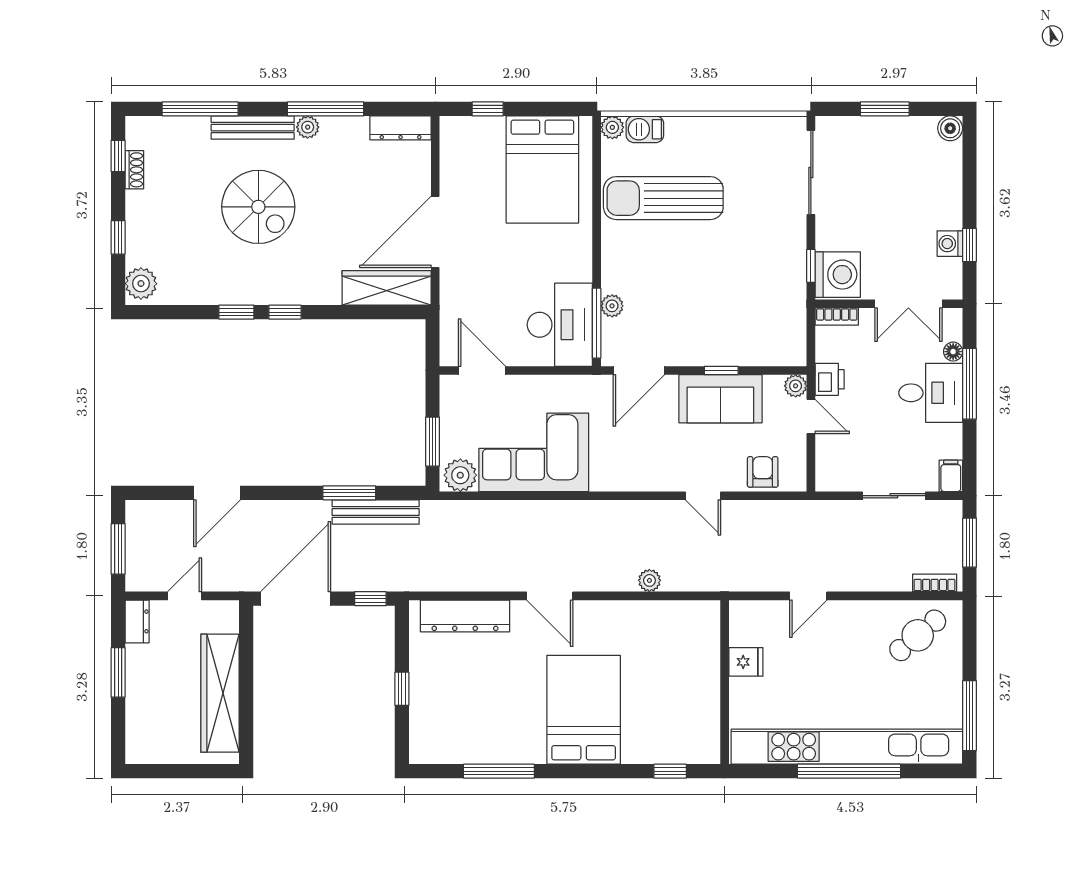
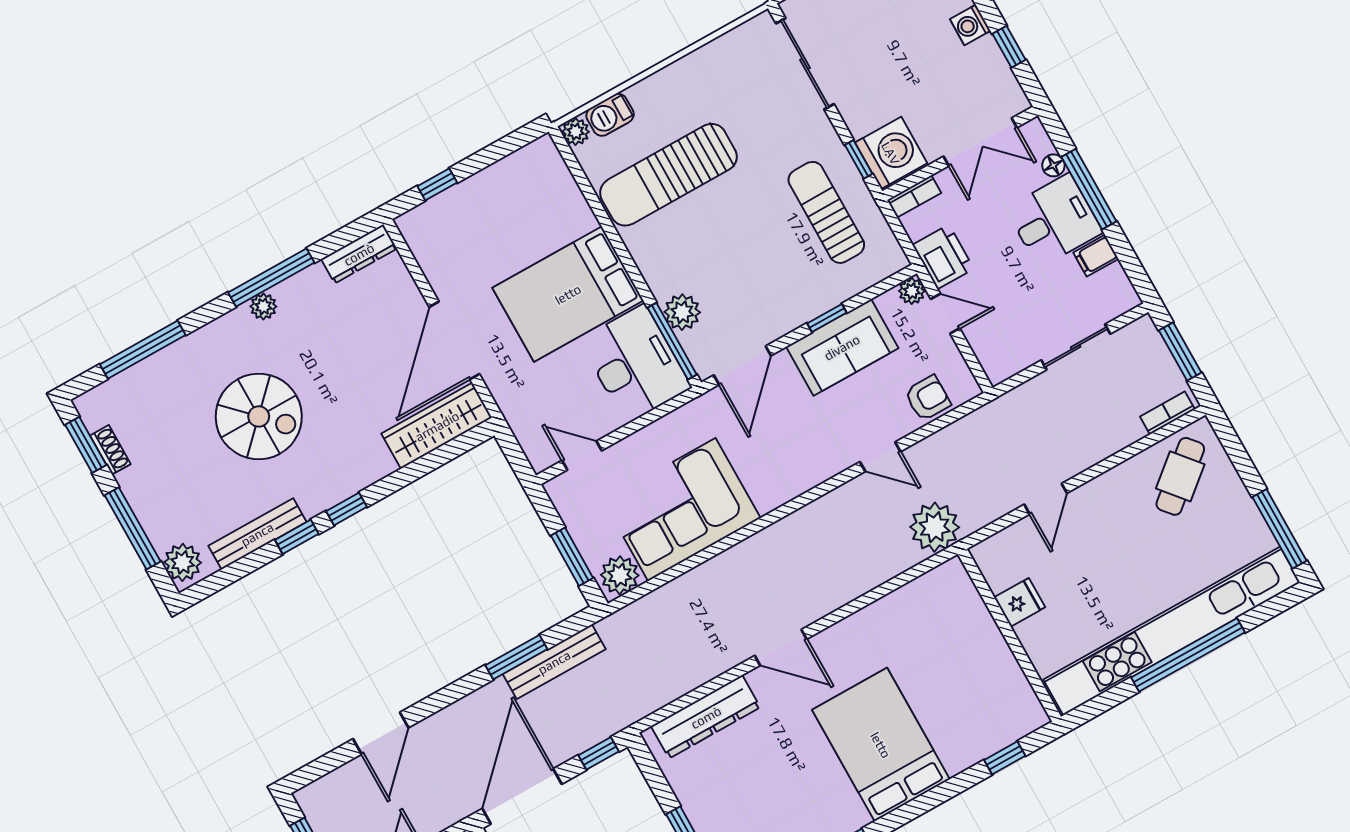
bench: (253, 128) -> (257, 534), moved
window: (118, 156) -> (86, 445), width x1.50
bed: (542, 169) -> (568, 294), moved, turned 90
window: (118, 237) -> (133, 528), width x2.17
washing machine: (950, 244) -> (970, 25), moved
sun lounger: (765, 292) -> (826, 212), added
plant: (612, 306) -> (682, 312), width x1.38, depth x1.38
door: (482, 370) -> (582, 456), width x0.73
printer: (830, 379) -> (943, 257), width x1.36, depth x1.24
armchair: (763, 472) -> (928, 398), turned 90
filing cabinet: (951, 476) -> (1096, 256), moved, turned -90
plant: (649, 580) -> (935, 527), moved, width x1.88, depth x1.88

